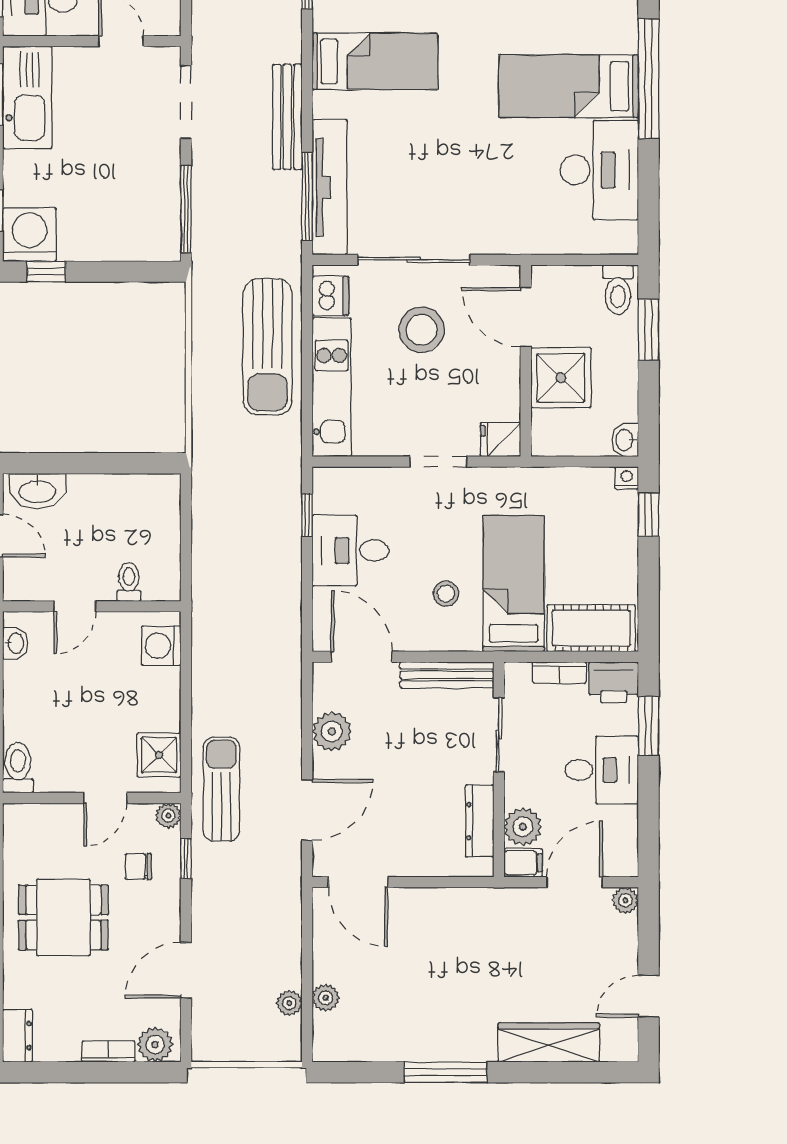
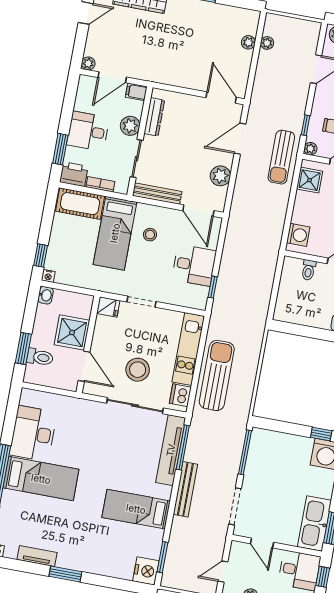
toilet: (618, 290) -> (40, 357), moved, turned 90
plant: (523, 827) -> (130, 126), moved

